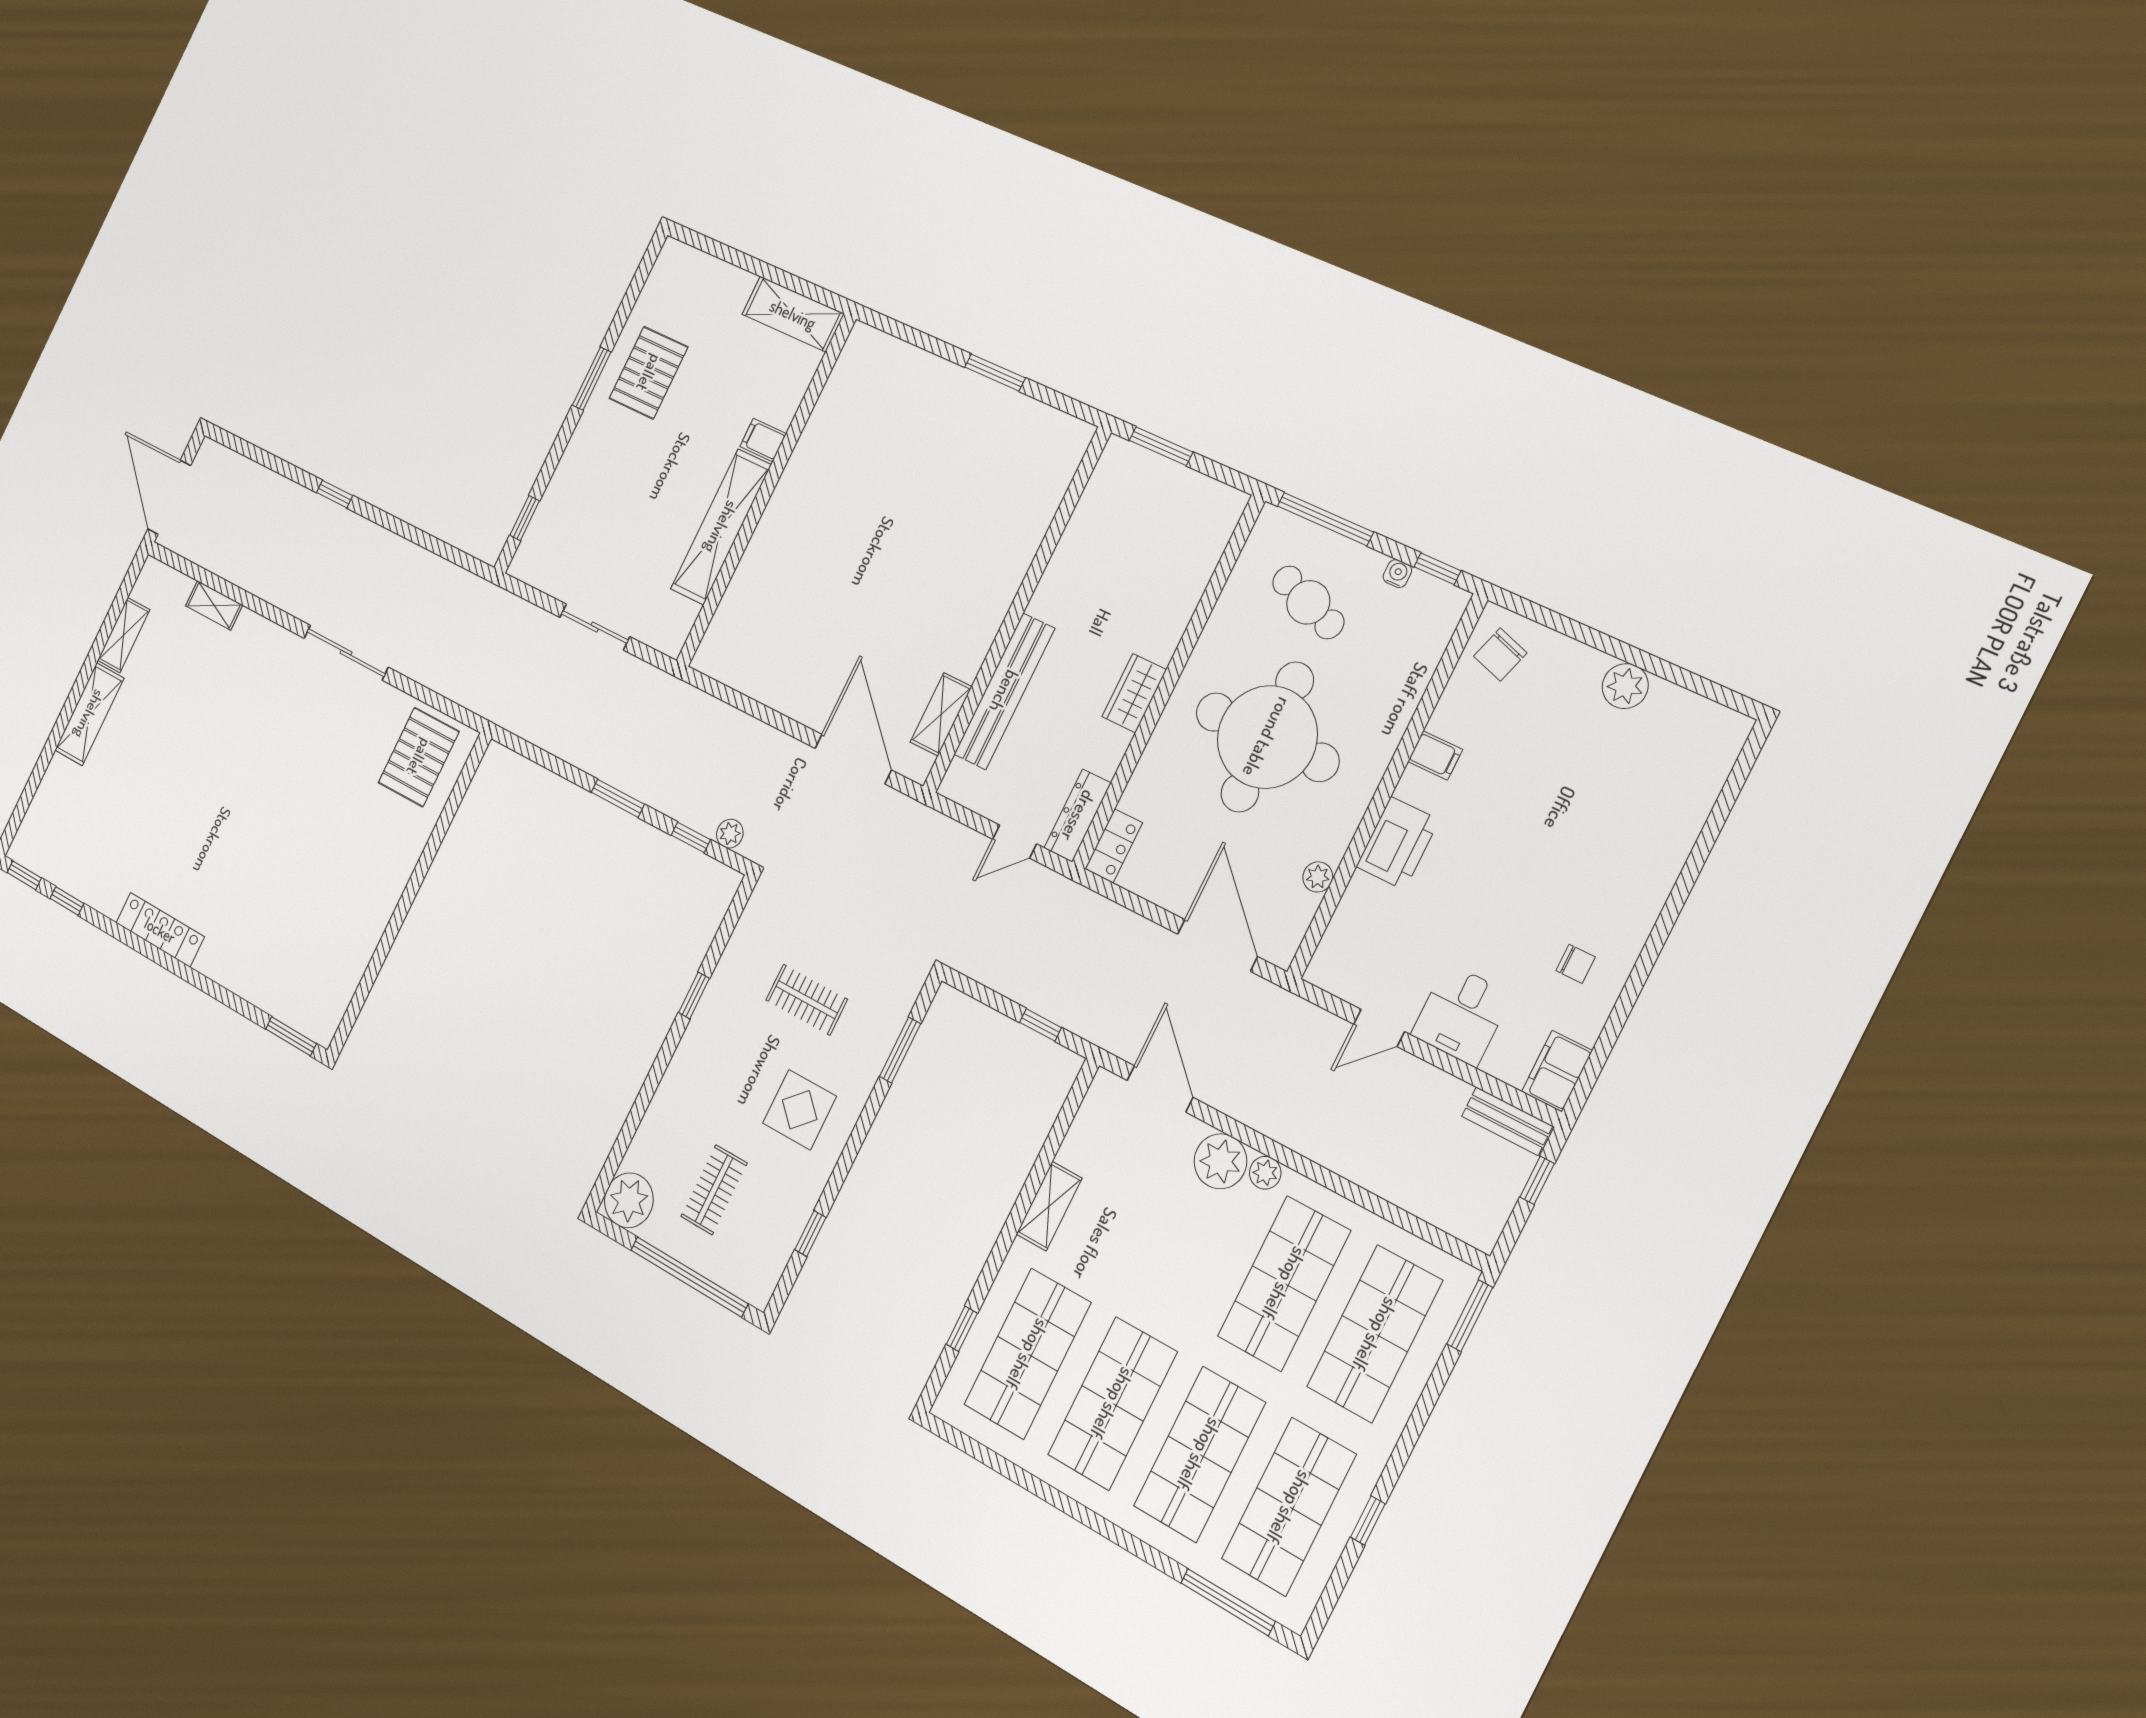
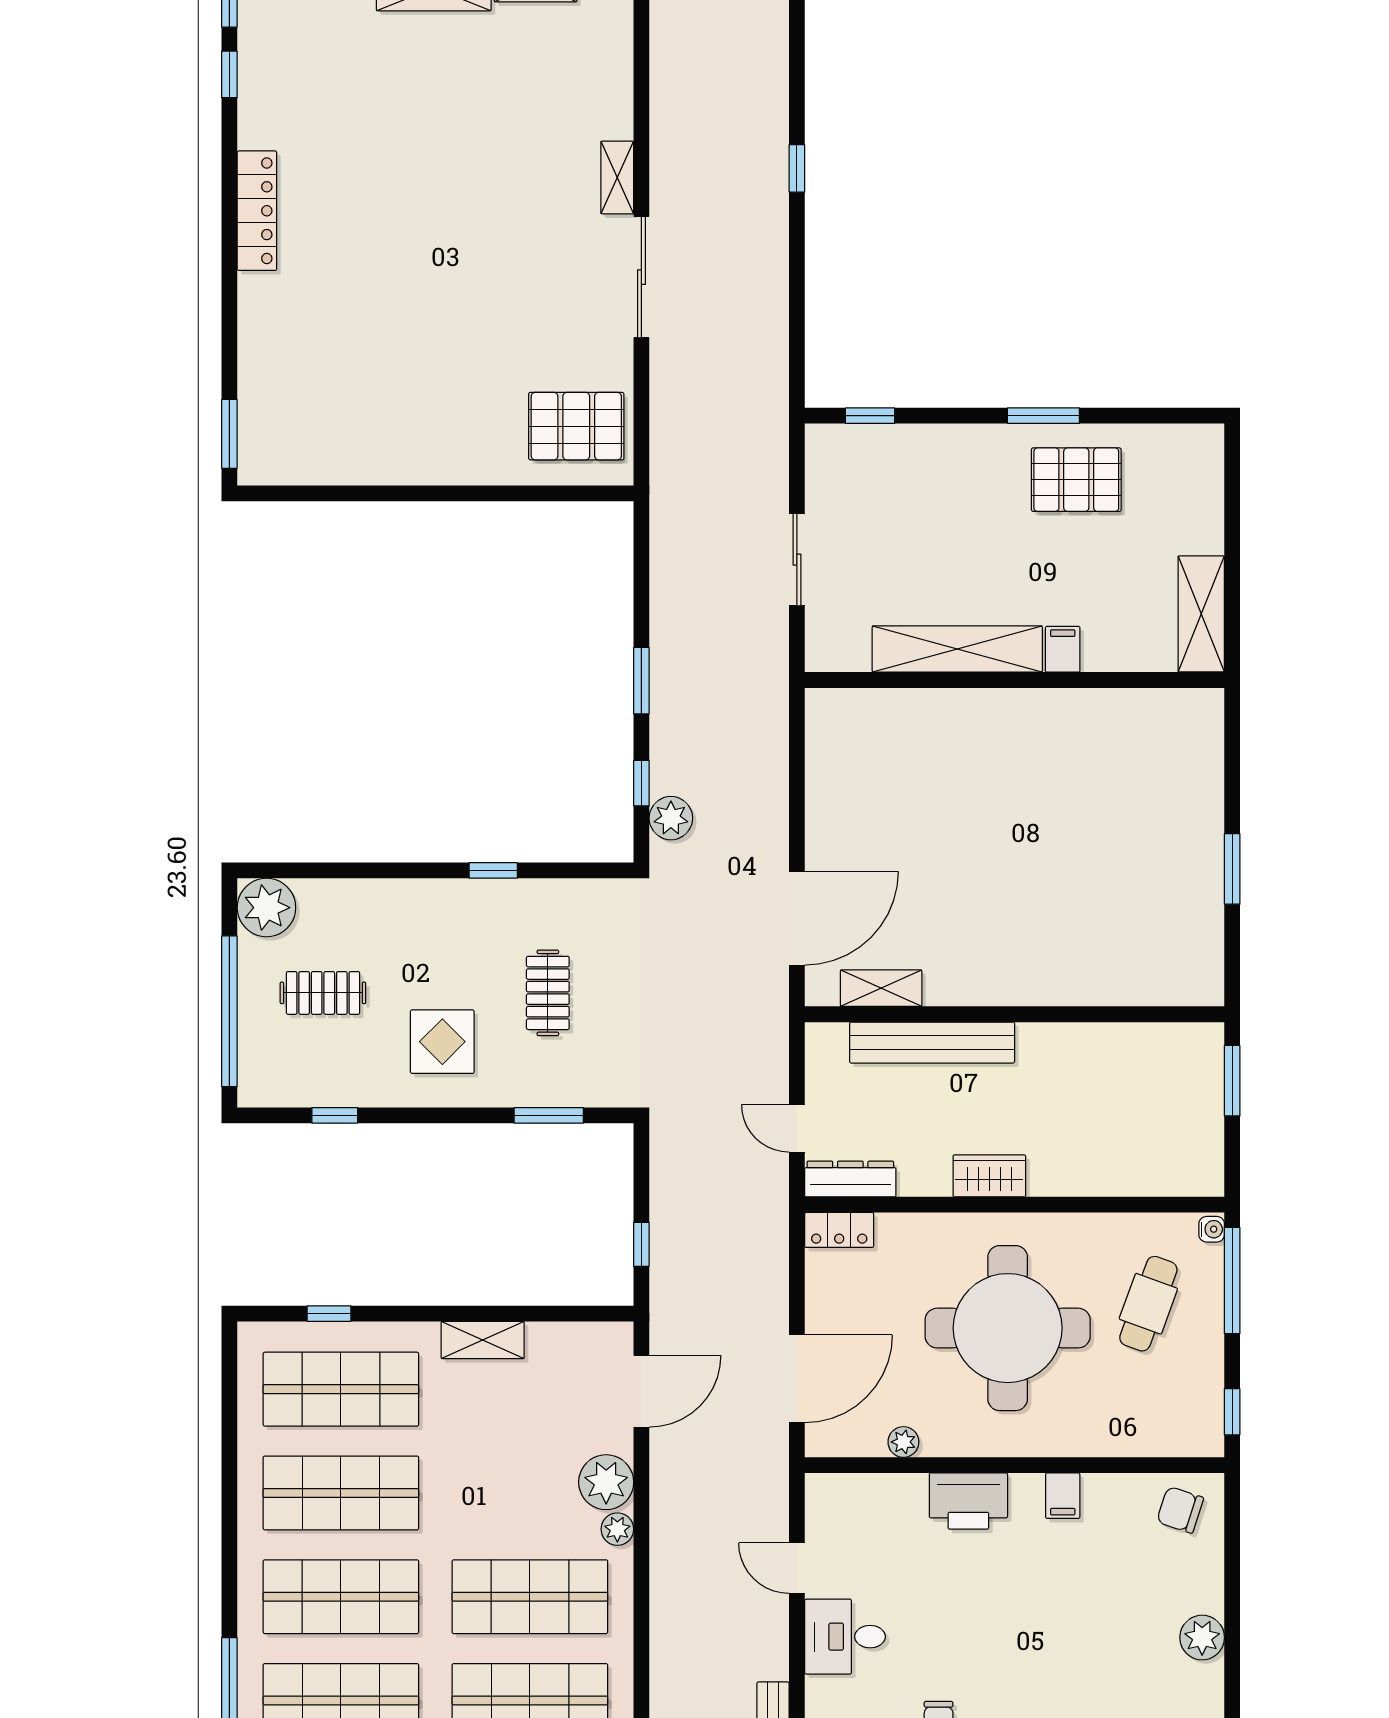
water cooler: (1397, 574) -> (1212, 1229), moved
shelving: (214, 605) -> (617, 178), moved
plant: (730, 834) -> (671, 818), width x1.38, depth x1.38

